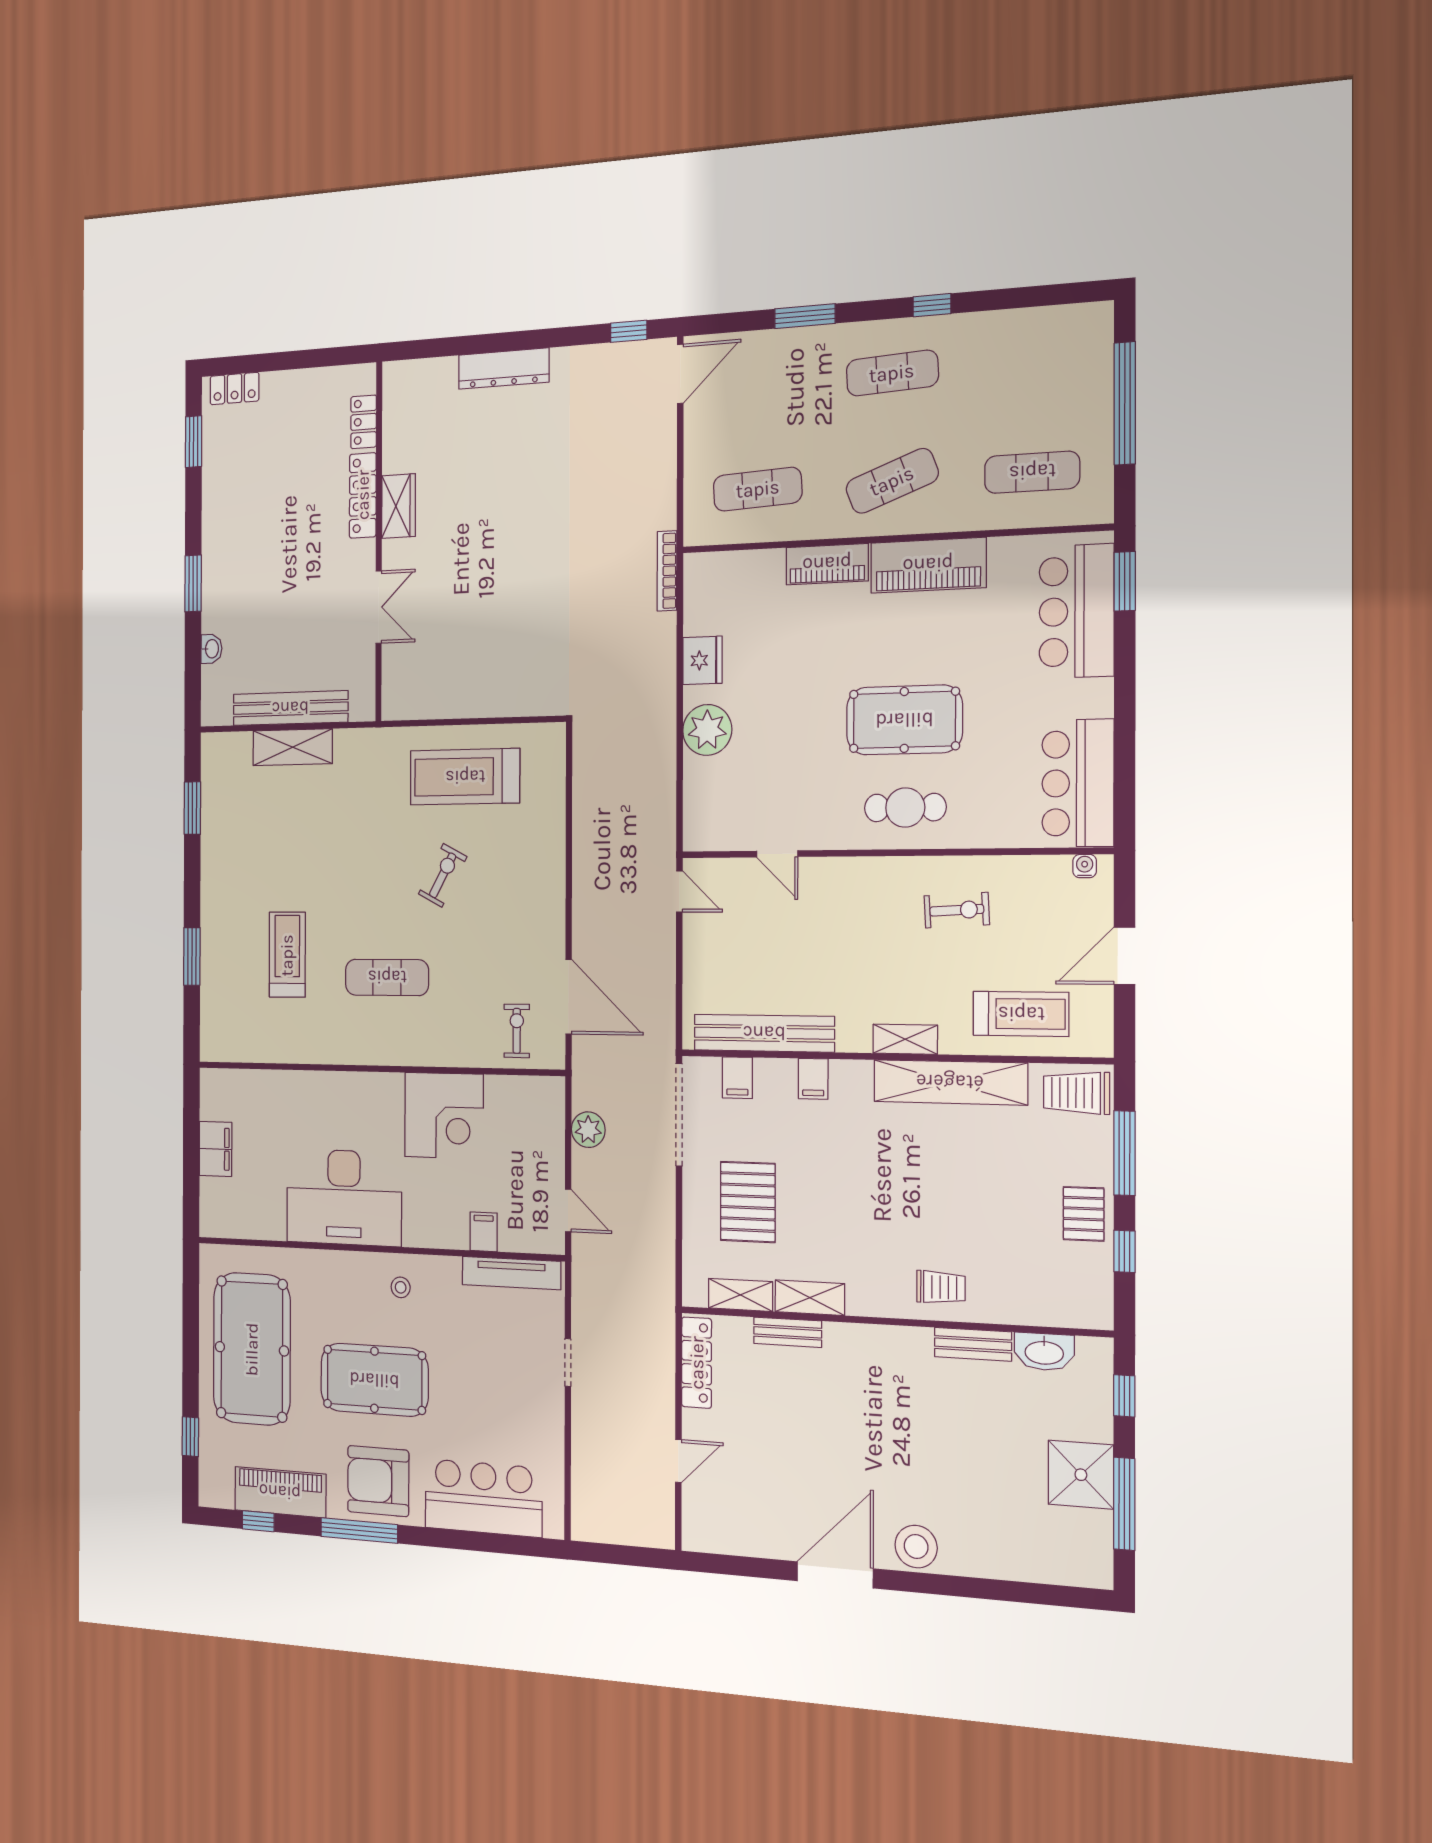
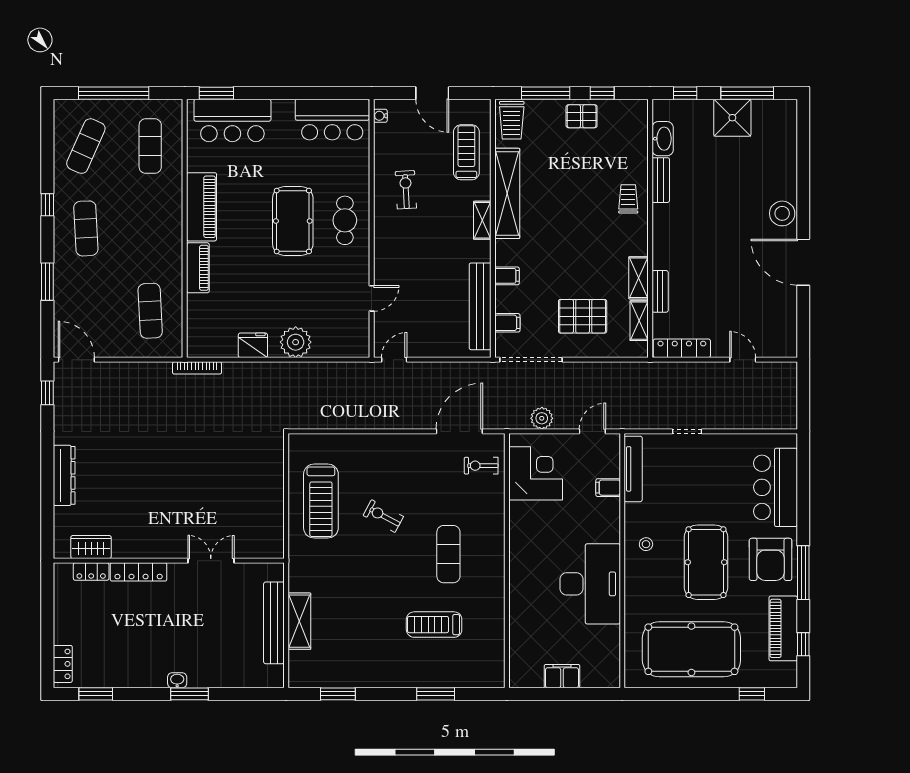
exercise mat: (892, 481) -> (86, 146), moved, turned 45
wardrobe: (399, 506) -> (91, 547), moved
washbasin: (211, 649) -> (177, 680), moved
corner desk: (444, 1116) -> (536, 473), moved

